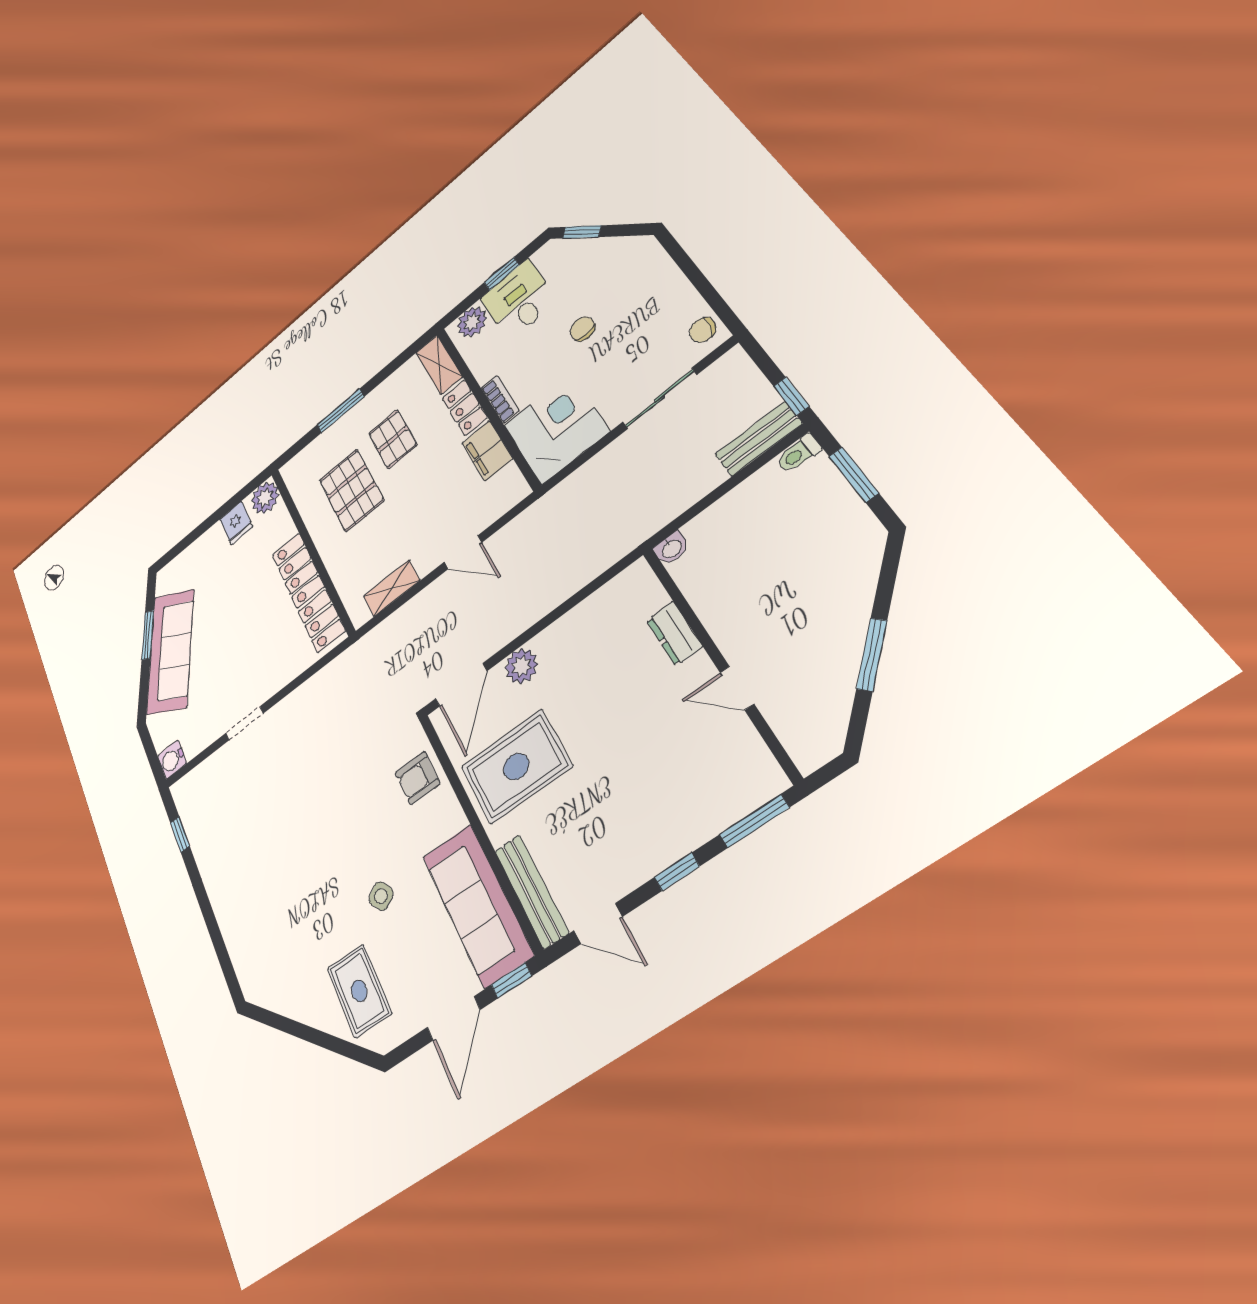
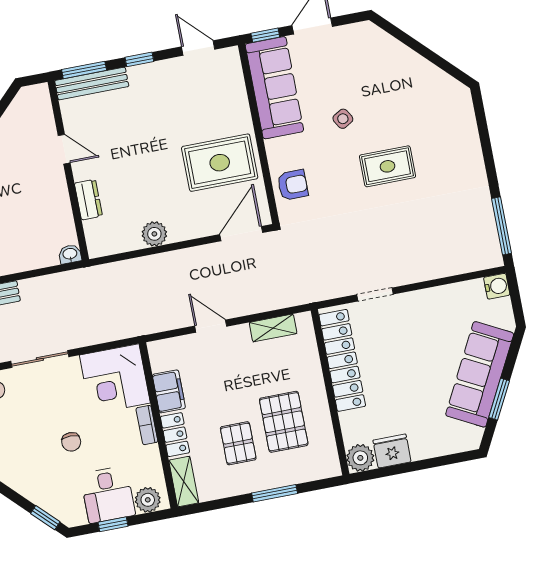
fridge: (236, 523) -> (392, 451), width x1.38
plant: (521, 666) -> (154, 234), moved
doorway: (244, 723) -> (375, 294), moved
window: (180, 834) -> (502, 226), width x2.17
bench: (531, 891) -> (92, 84), moved, turned 90
rug: (359, 991) -> (388, 166), moved, turned 90

